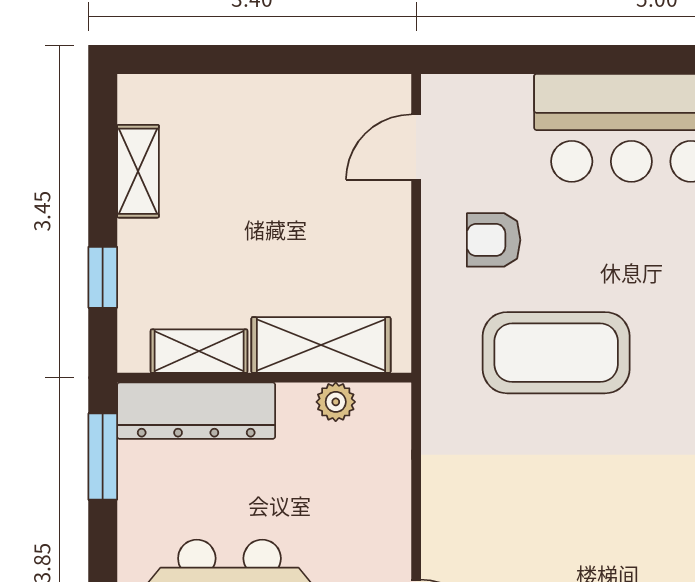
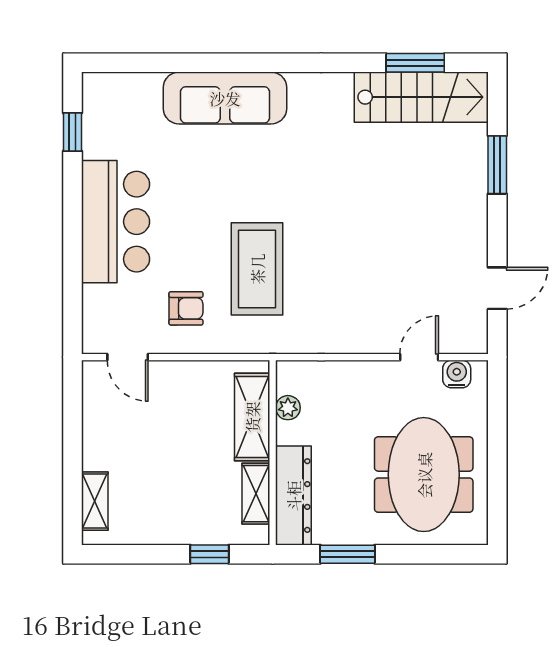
shelving: (138, 171) -> (95, 501), moved, turned 90
armchair: (494, 240) -> (186, 308), turned -90
window: (103, 457) -> (347, 554), moved

